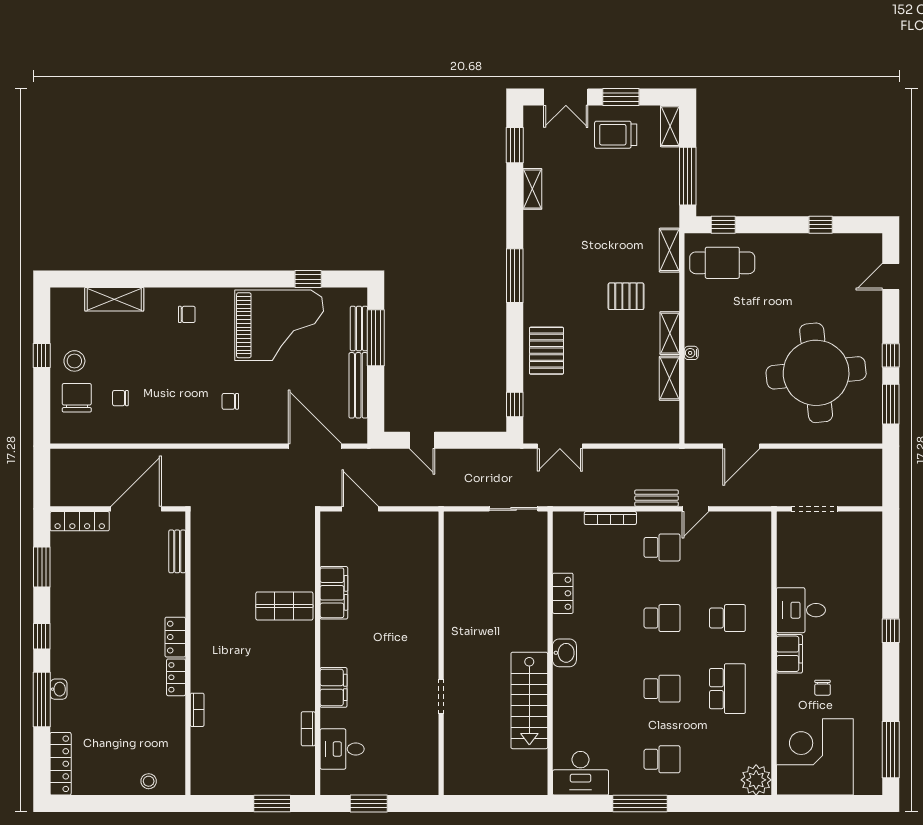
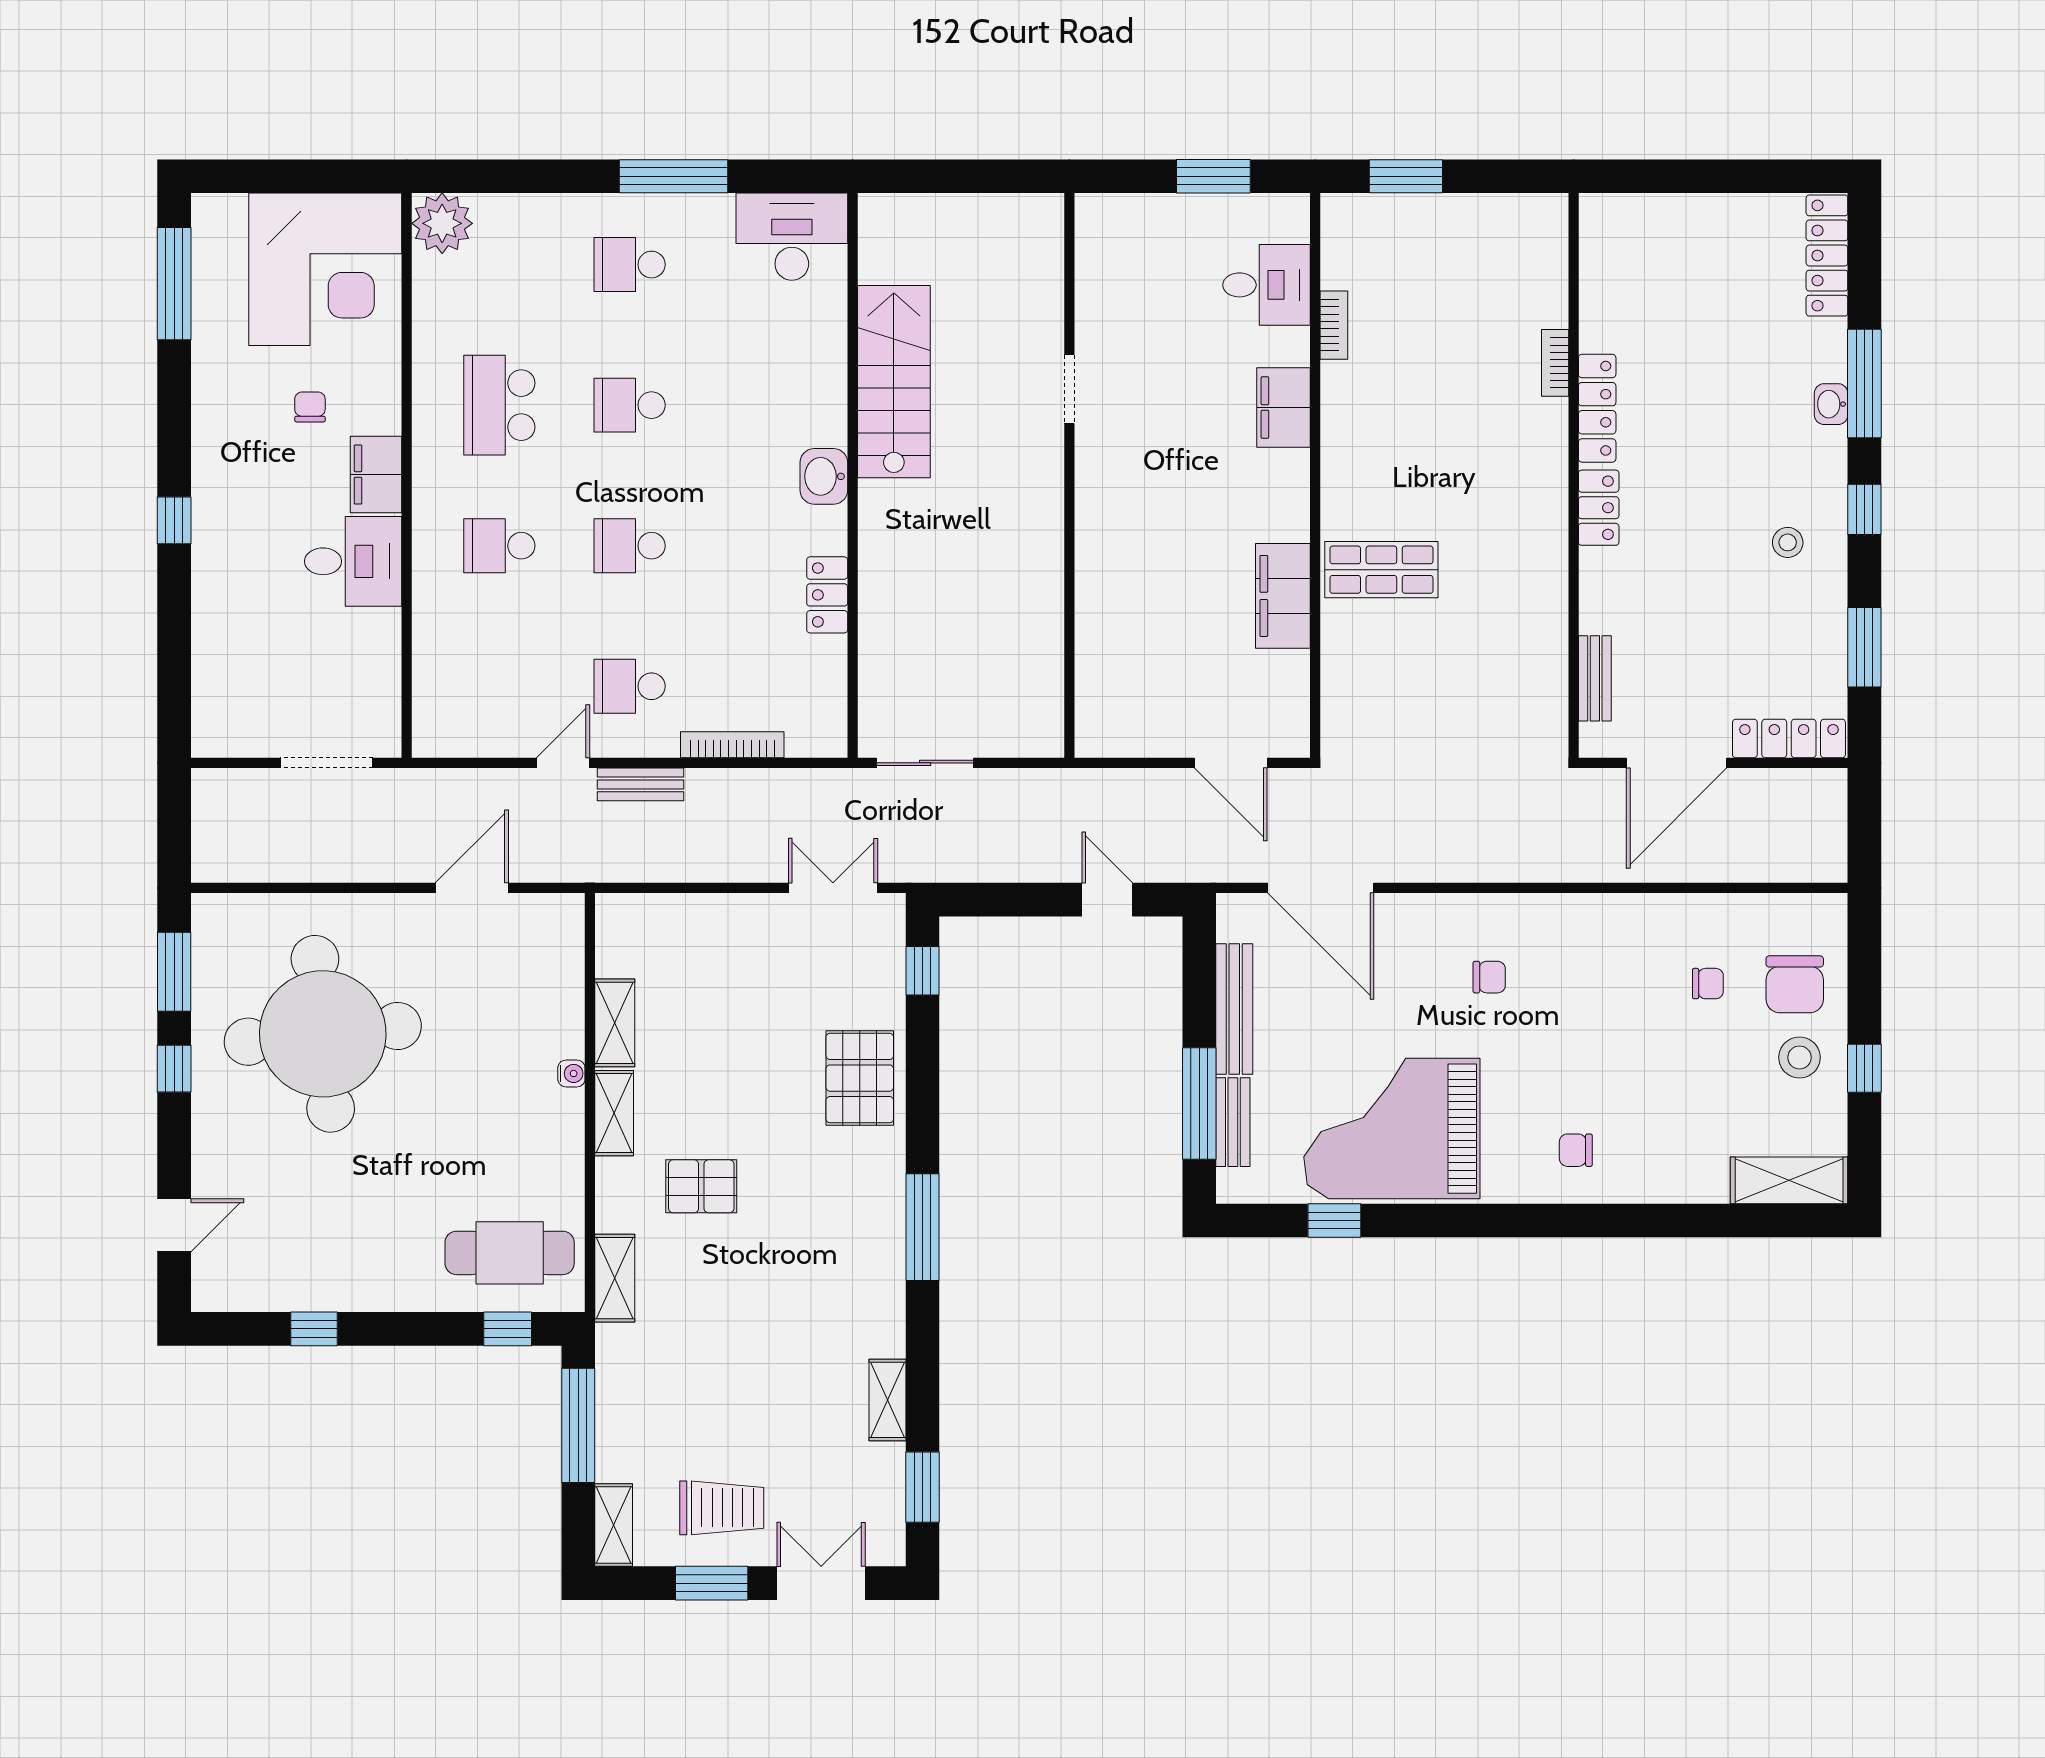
shelving: (114, 299) -> (1789, 1180), moved
locker: (176, 677) -> (1597, 408), width x1.53
stool: (149, 781) -> (1788, 542), moved

